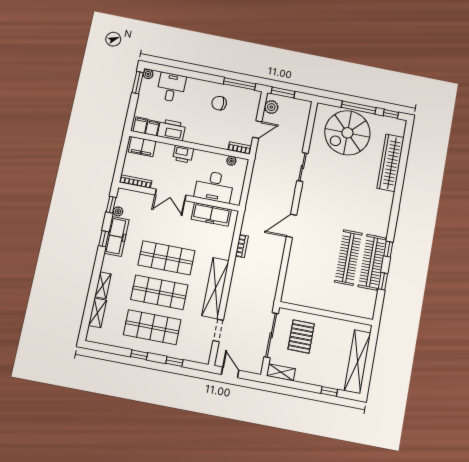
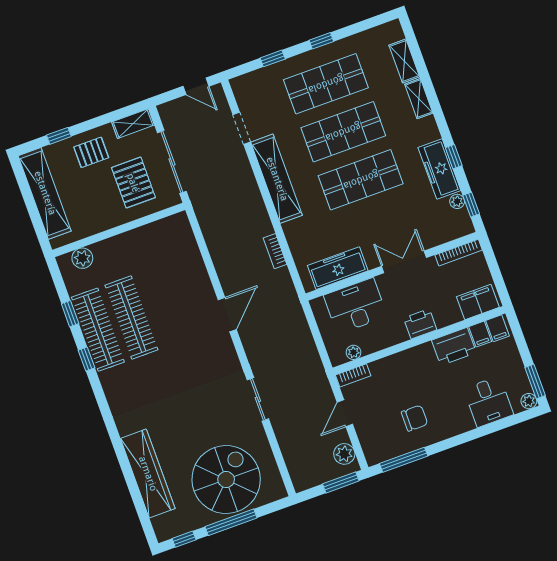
plant: (357, 310) -> (82, 258), added
pallet: (316, 370) -> (91, 152), added

